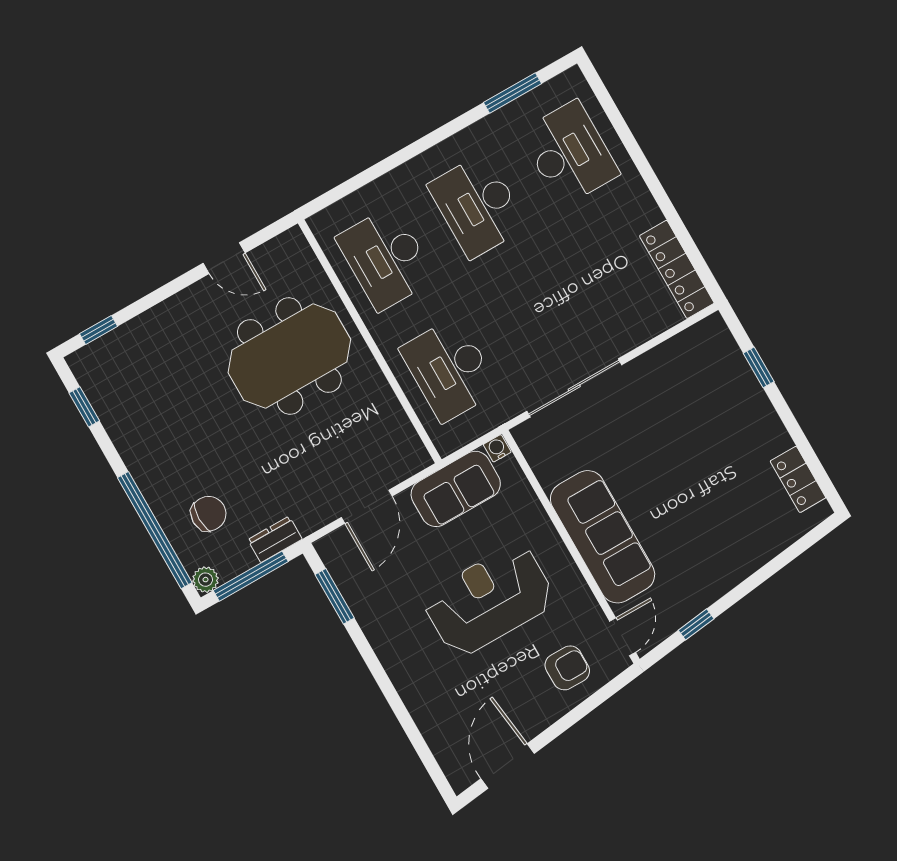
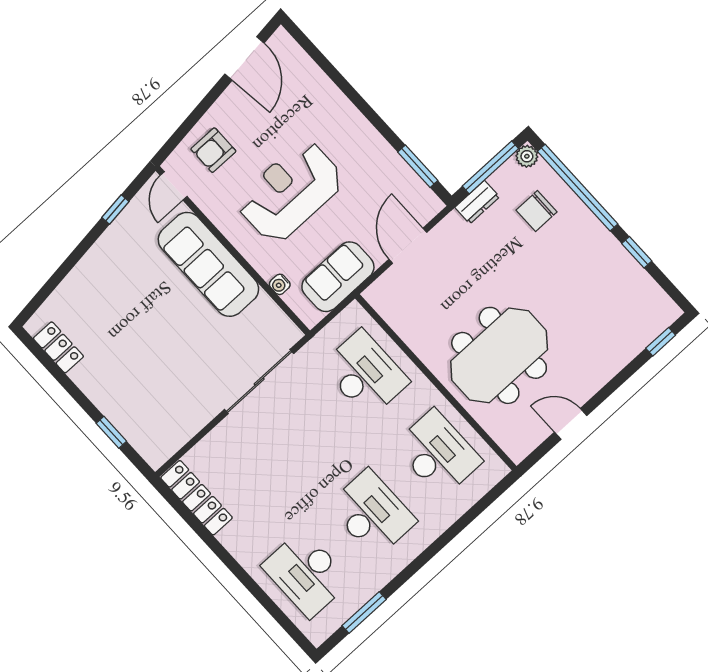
window: (84, 407) -> (637, 252), moved
water cooler: (497, 448) -> (280, 284), moved, turned 90
reception desk: (489, 600) -> (290, 192), turned 180

